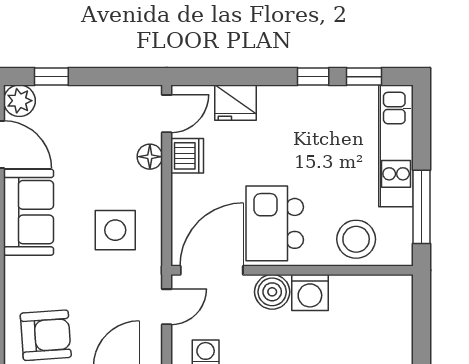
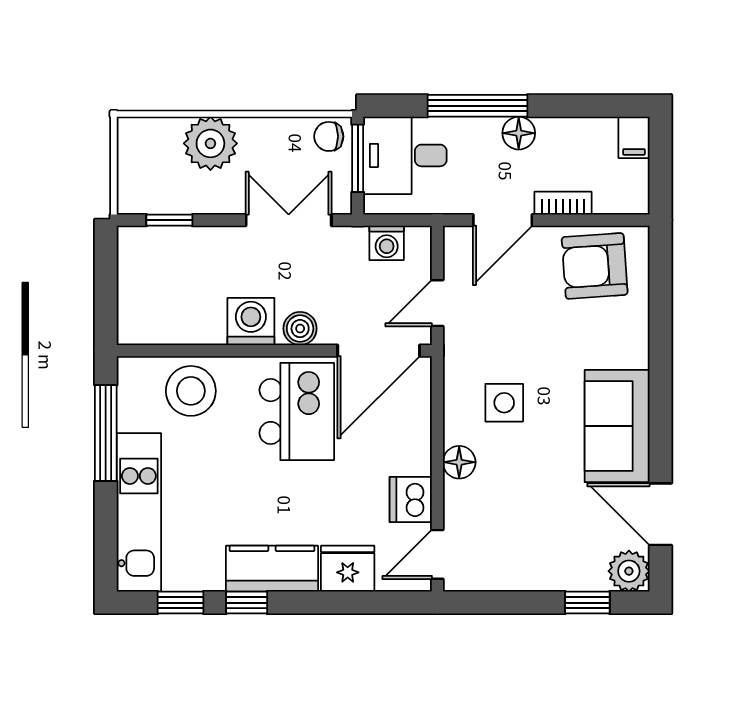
kitchen counter: (294, 103) -> (272, 569), added
floor lamp: (150, 157) -> (459, 462), moved
side table: (115, 230) -> (504, 403), width x0.73, depth x0.73
boiler: (272, 292) -> (300, 329), width x0.73, depth x0.73

